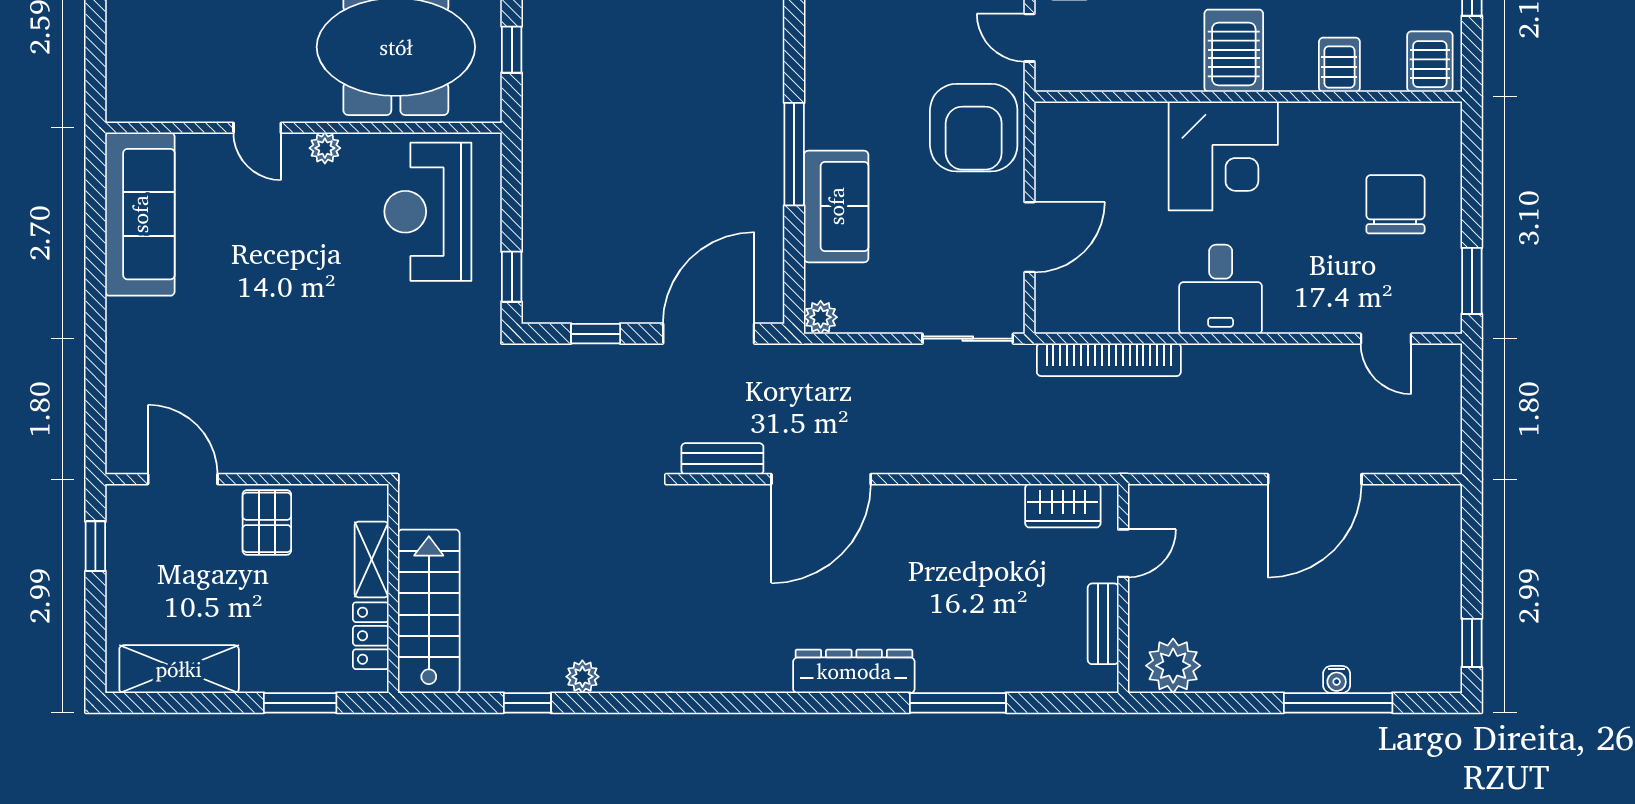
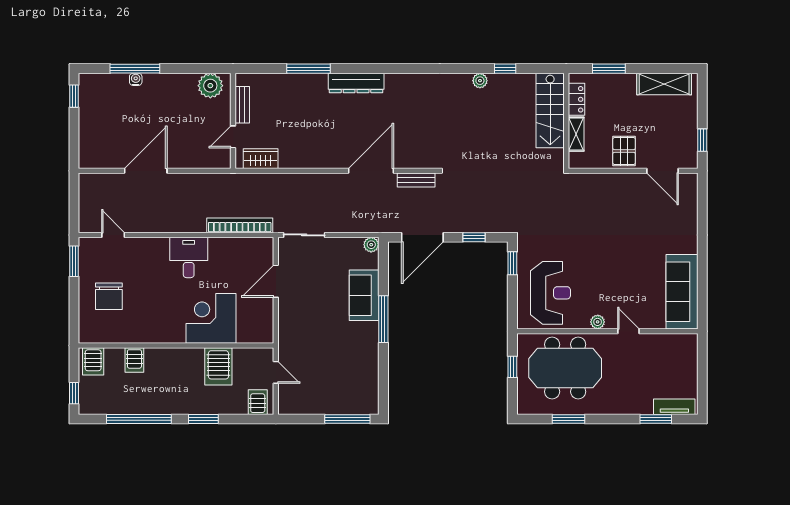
server rack: (1234, 51) -> (218, 366), moved
armchair: (974, 128) -> (301, 331), removed
corner desk: (1223, 156) -> (211, 318), moved

